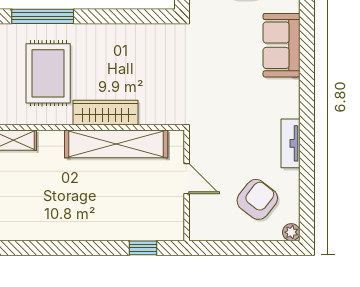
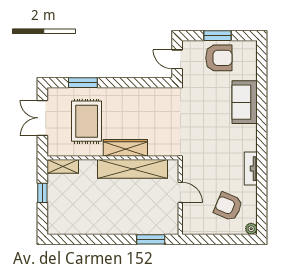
window: (43, 16) -> (83, 83), width x0.69
armchair: (257, 199) -> (228, 207), turned -105
window: (143, 248) -> (151, 239), width x1.50

